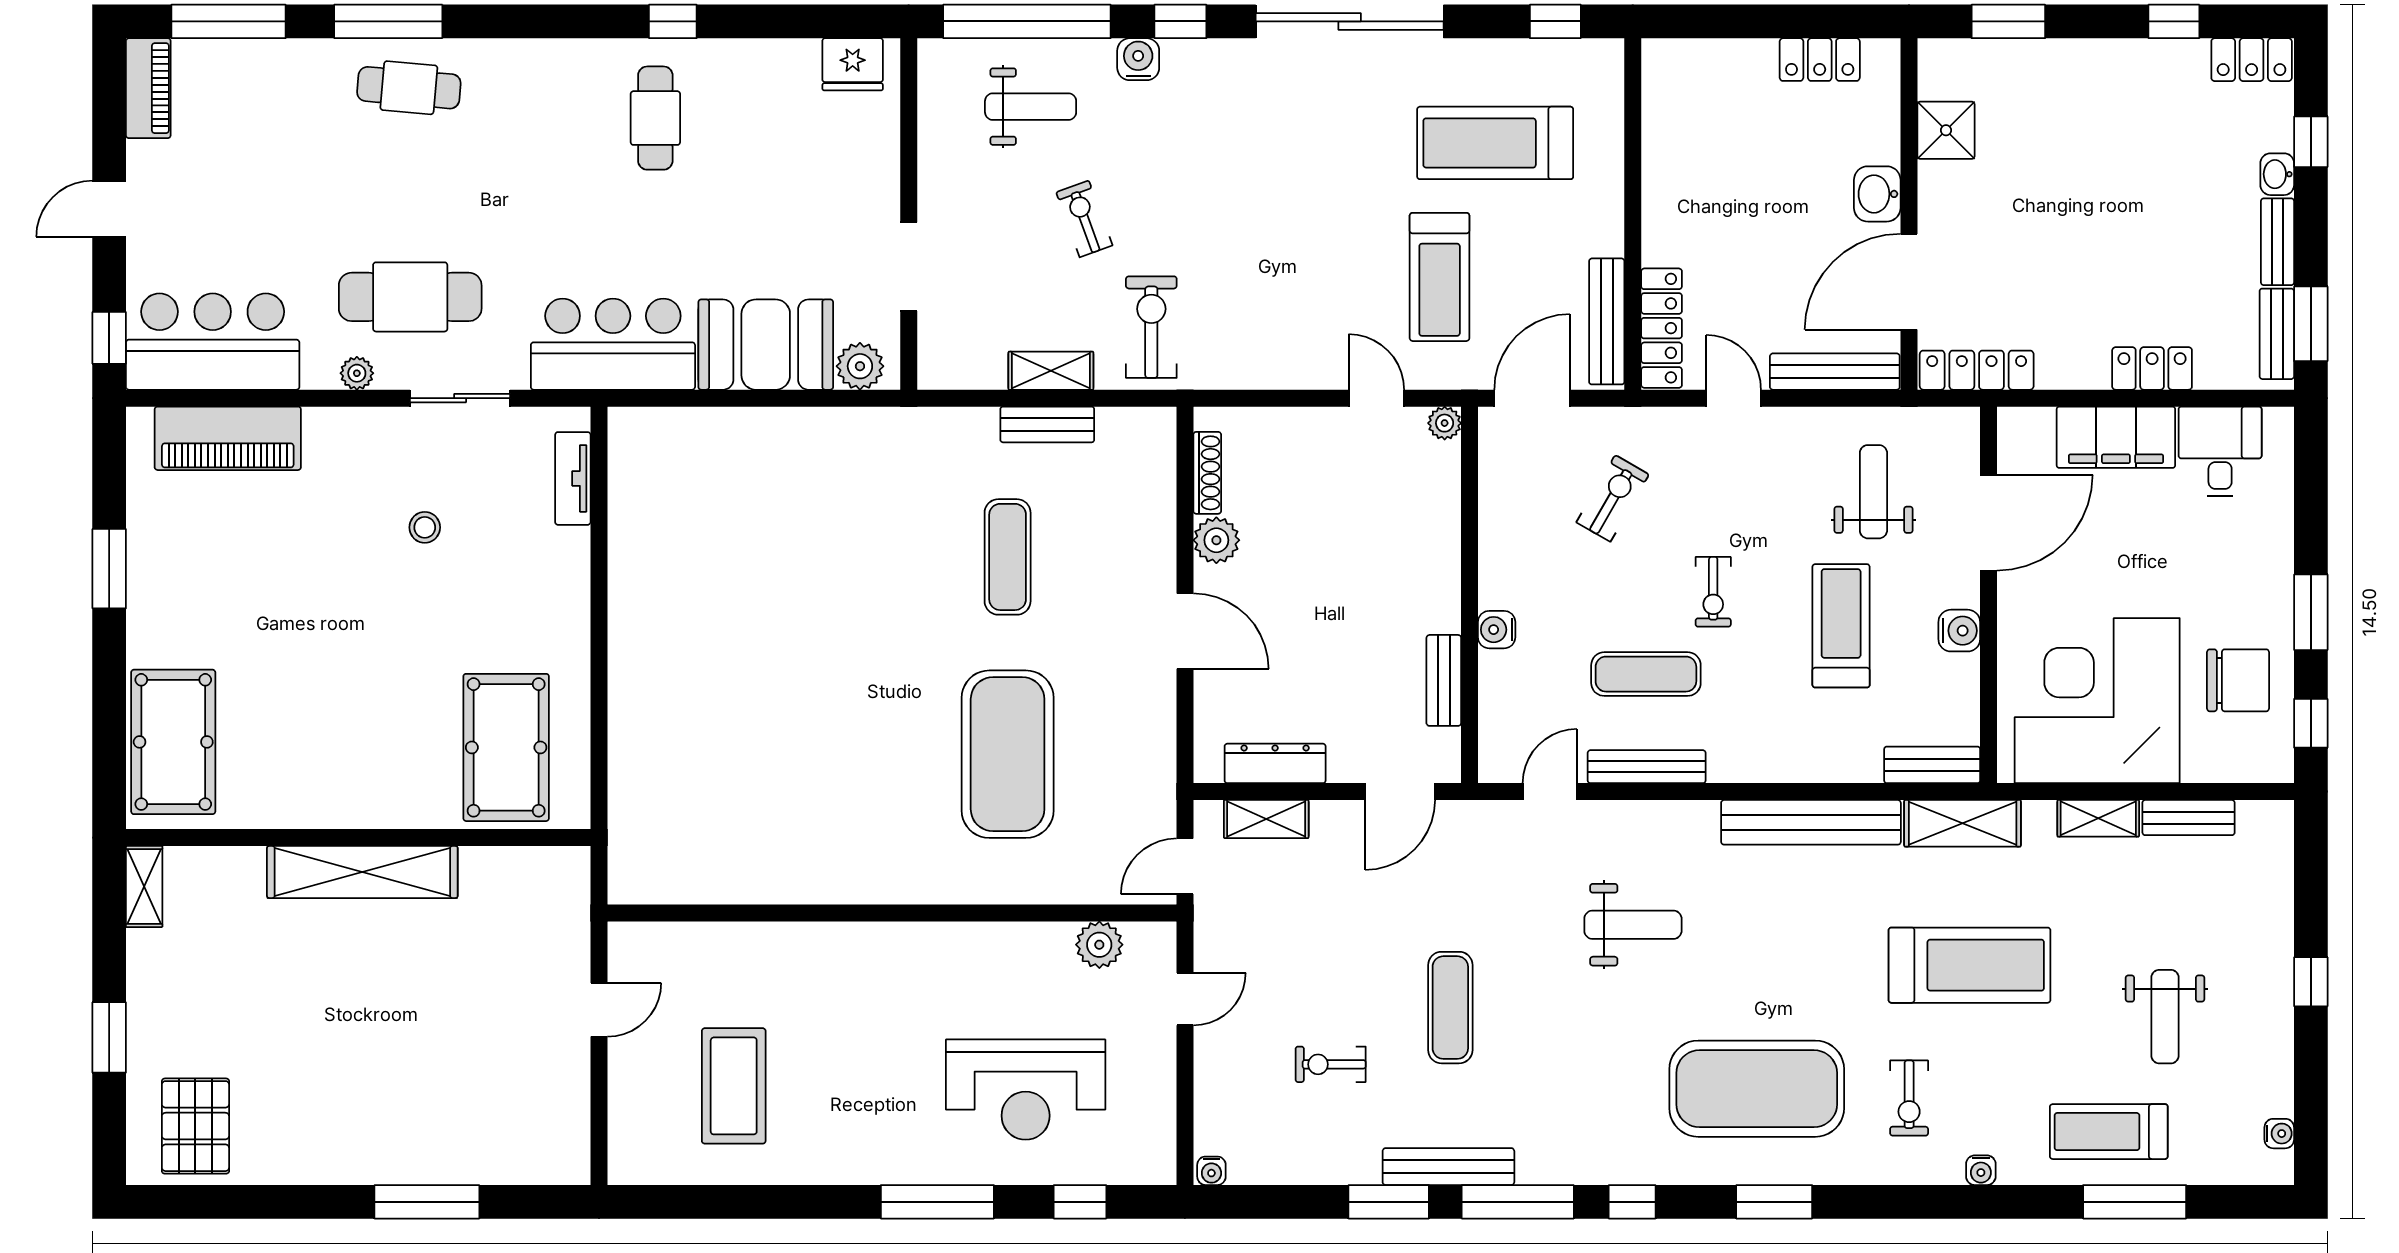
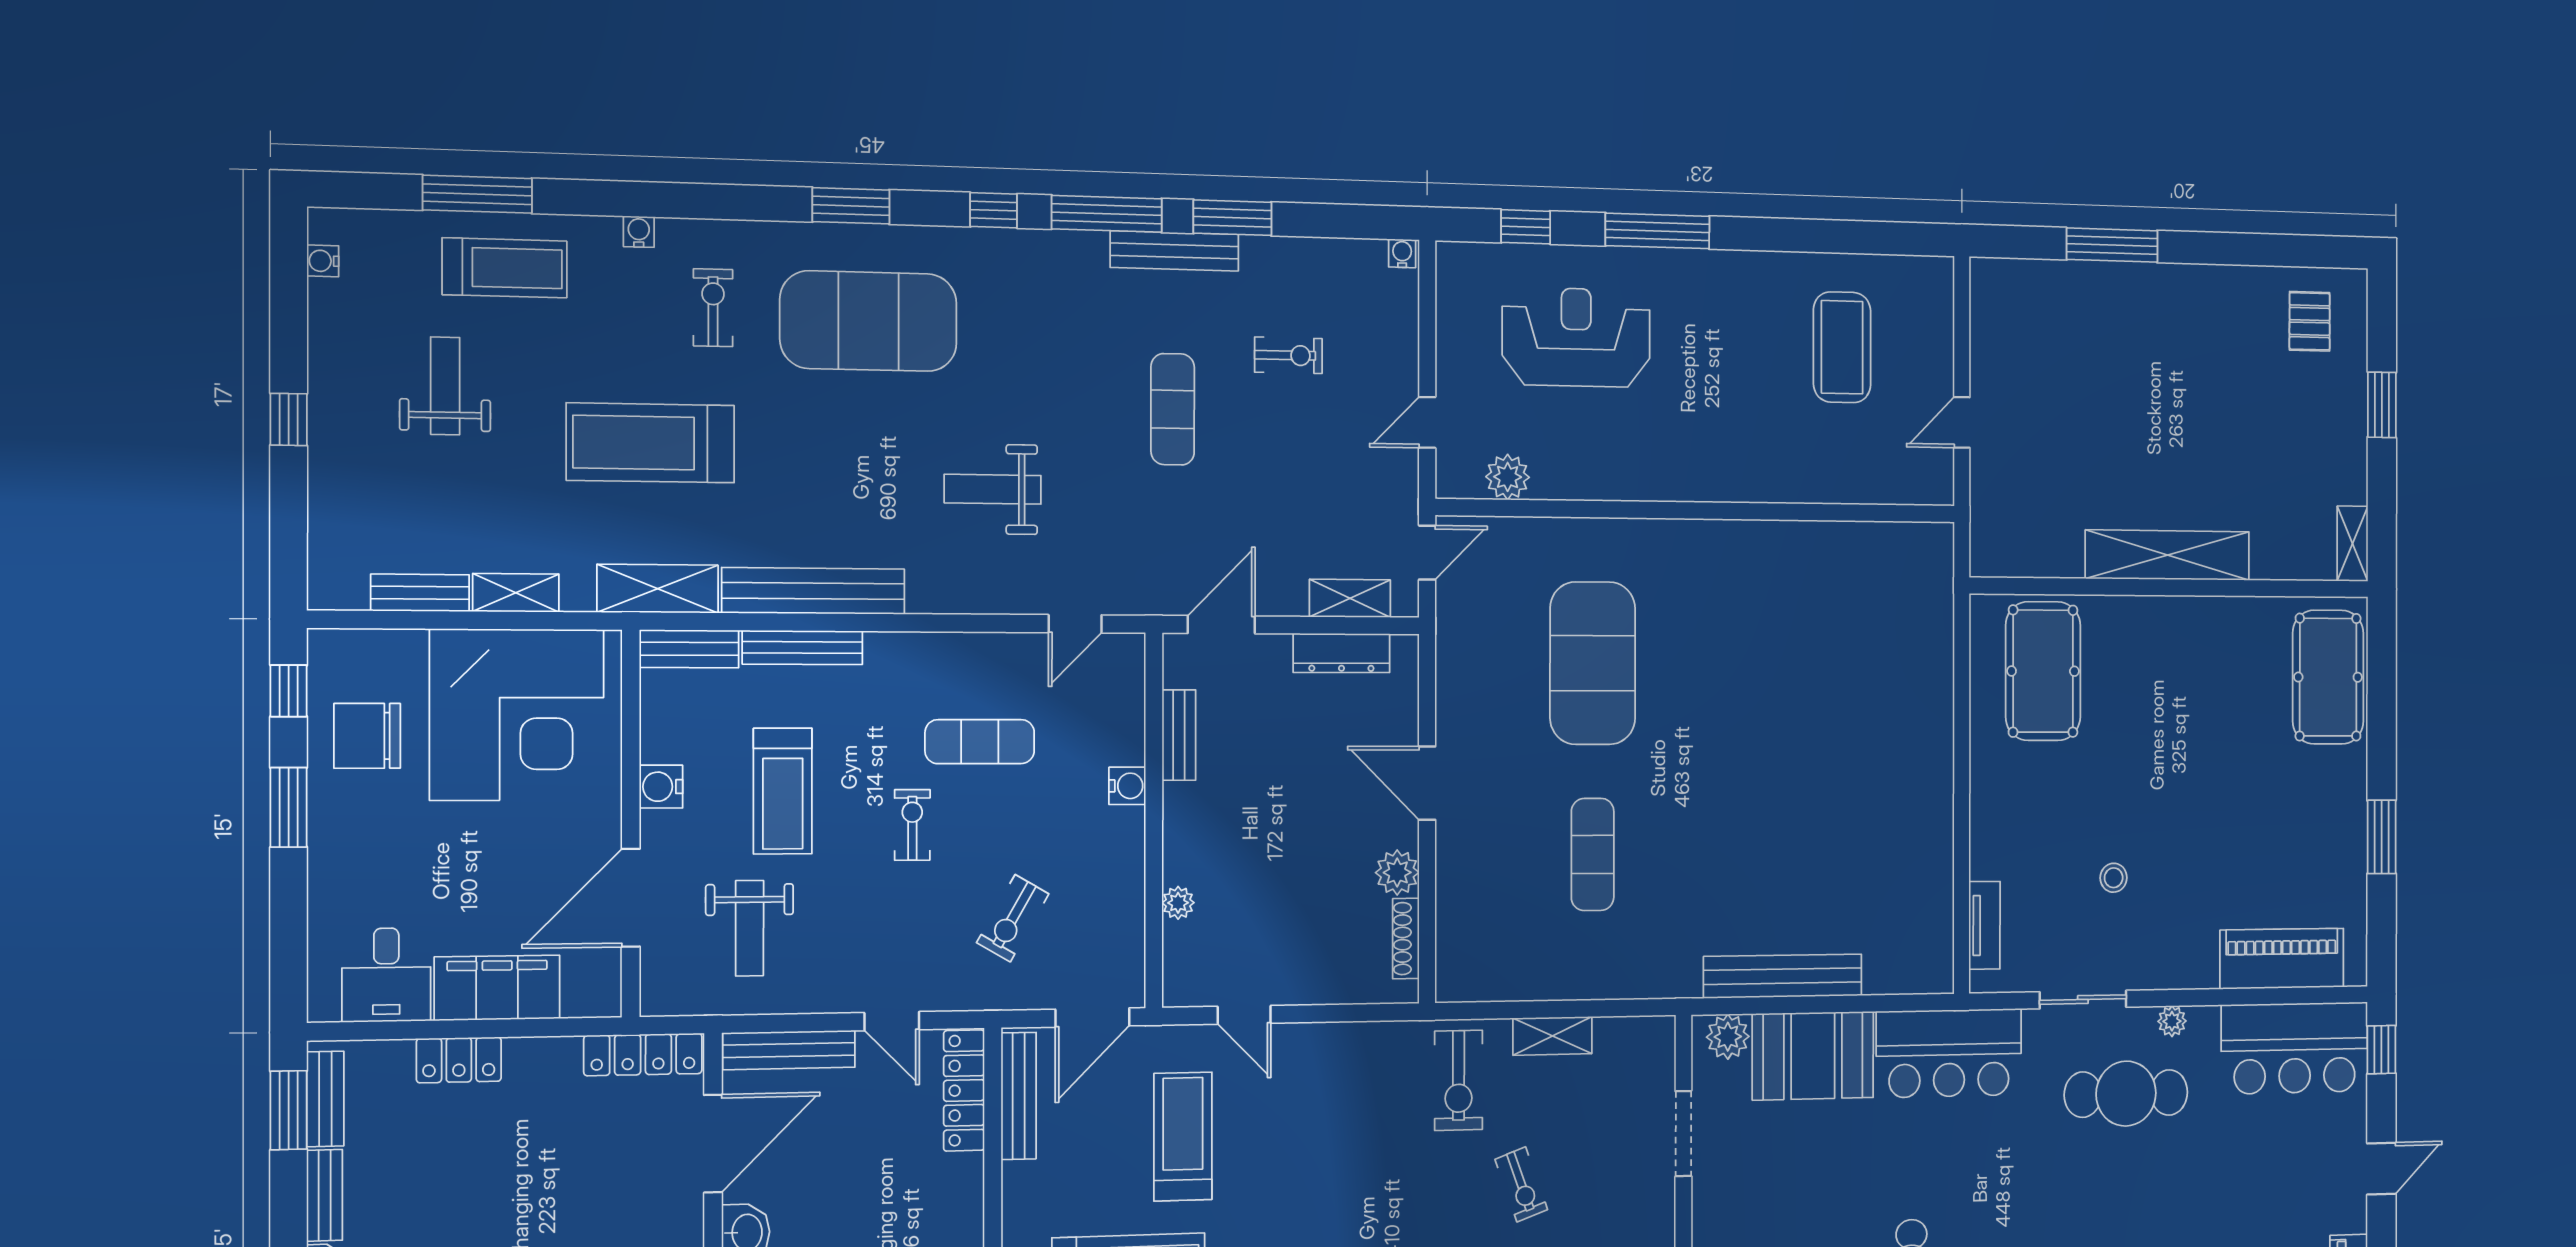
plant: (1445, 423) -> (1178, 903), moved
bench: (1047, 424) -> (1783, 976), moved, width x1.86, depth x1.21
bench: (1647, 767) -> (802, 647), moved
pallet: (195, 1126) -> (2310, 321), width x0.67, depth x0.71

